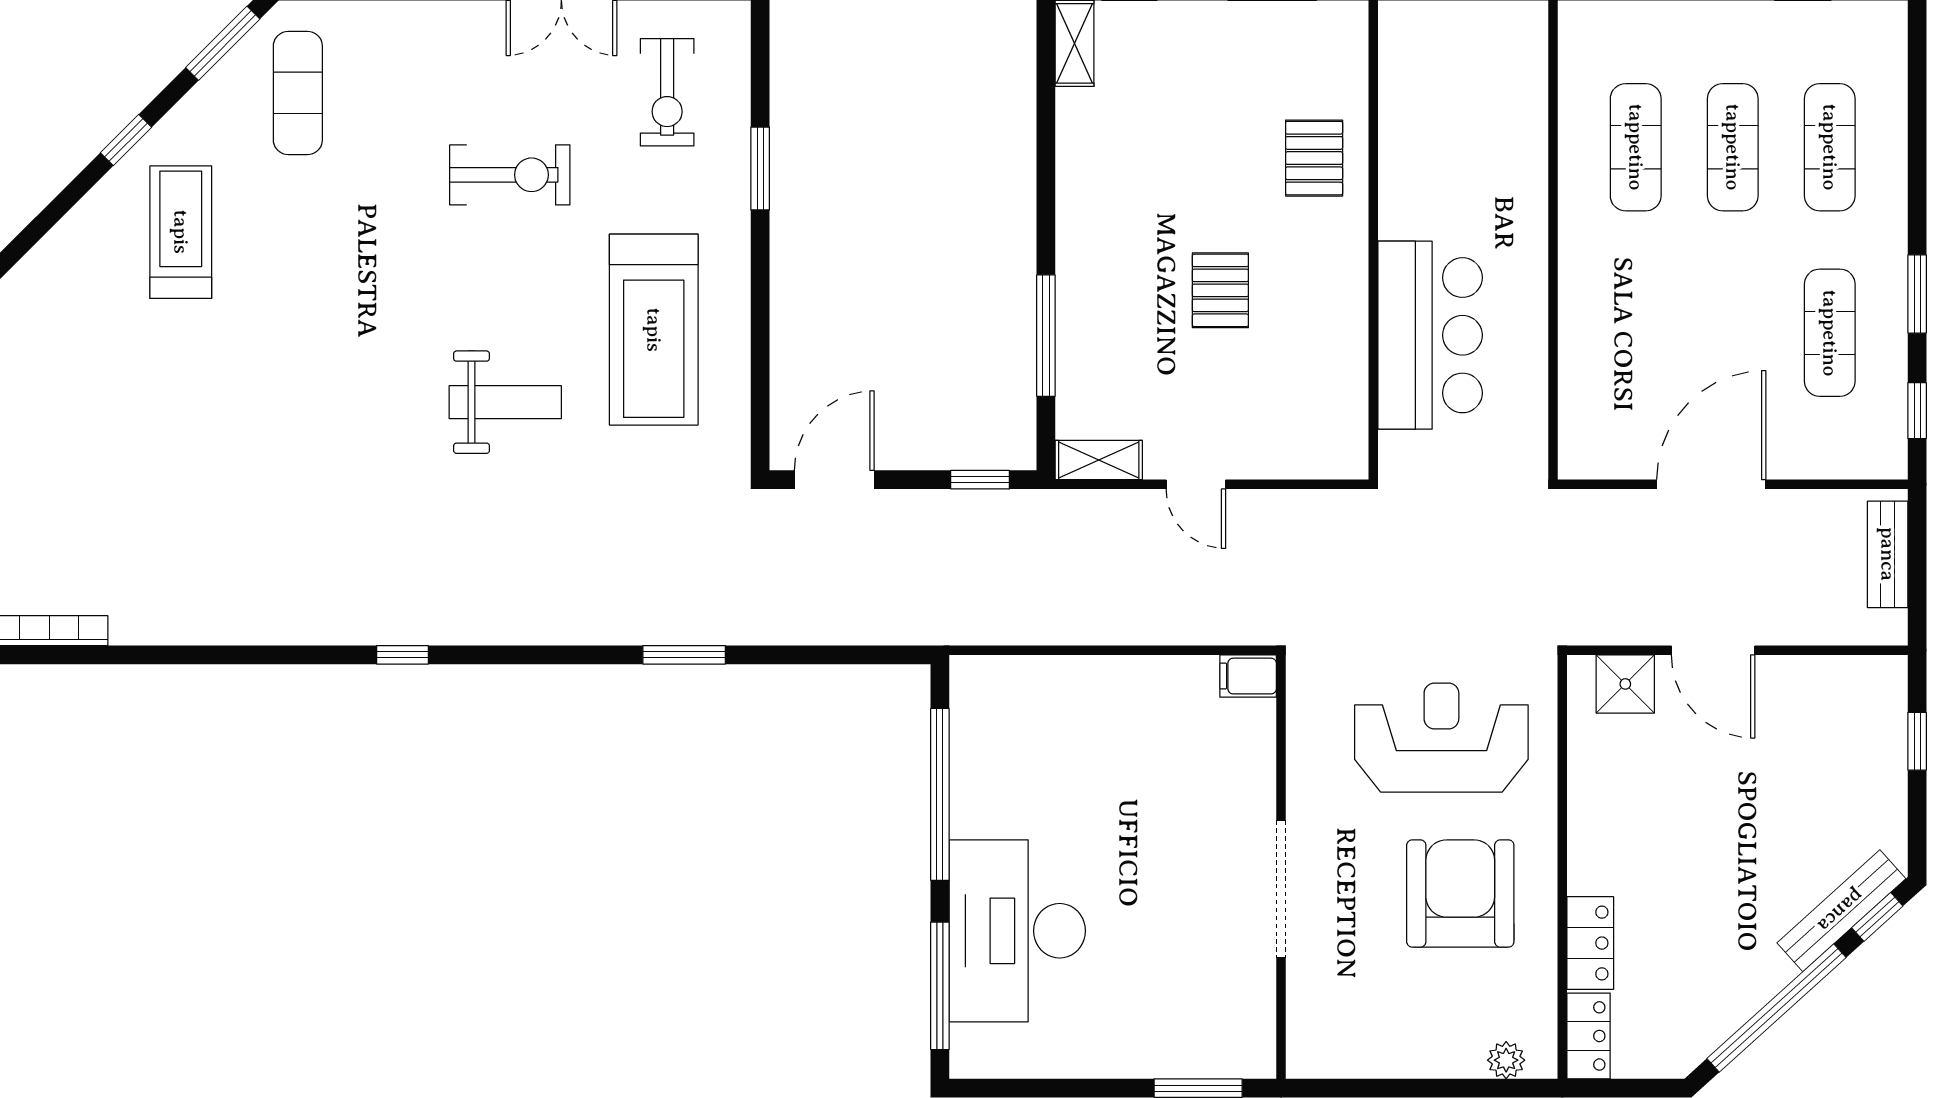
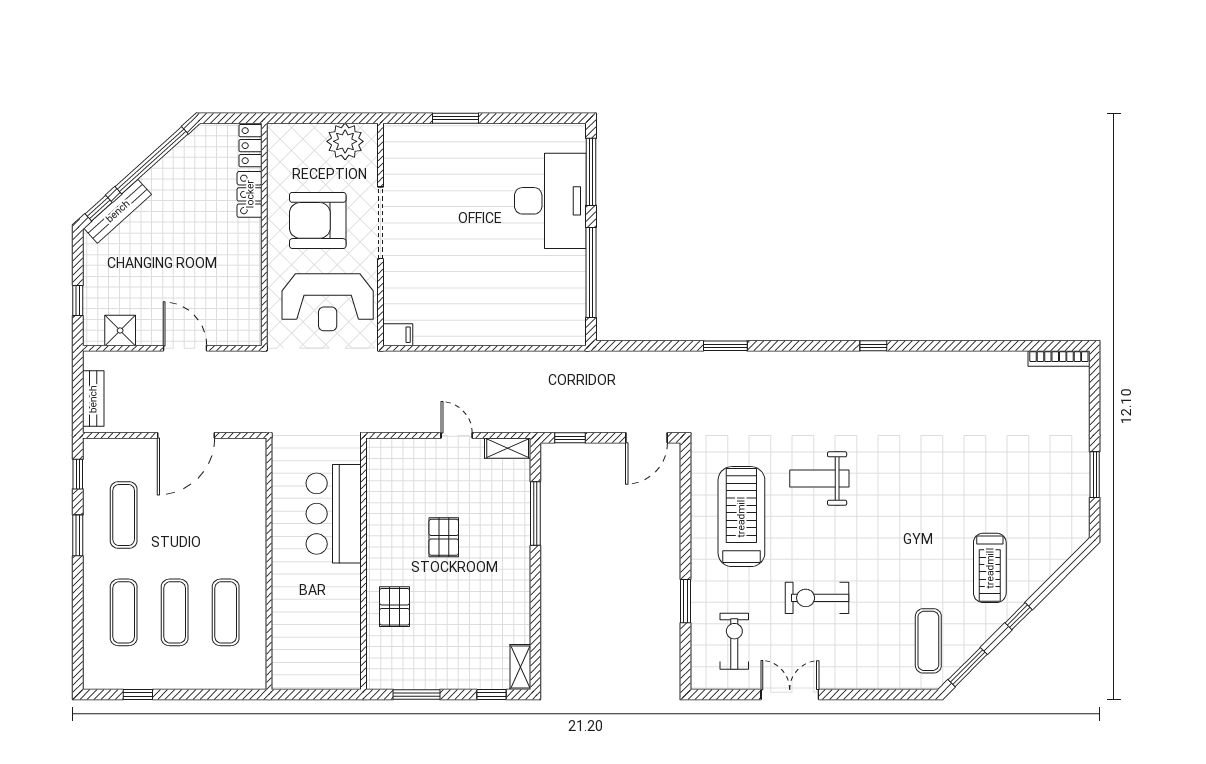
filing cabinet: (1248, 676) -> (398, 335), moved
shower: (1625, 684) -> (120, 330), moved
wall: (1281, 867) -> (380, 234), moved
doorway: (1281, 889) -> (380, 223), moved
armchair: (1460, 893) -> (318, 220), turned 90
plant: (1506, 1060) -> (345, 141), moved, width x1.87, depth x1.87

